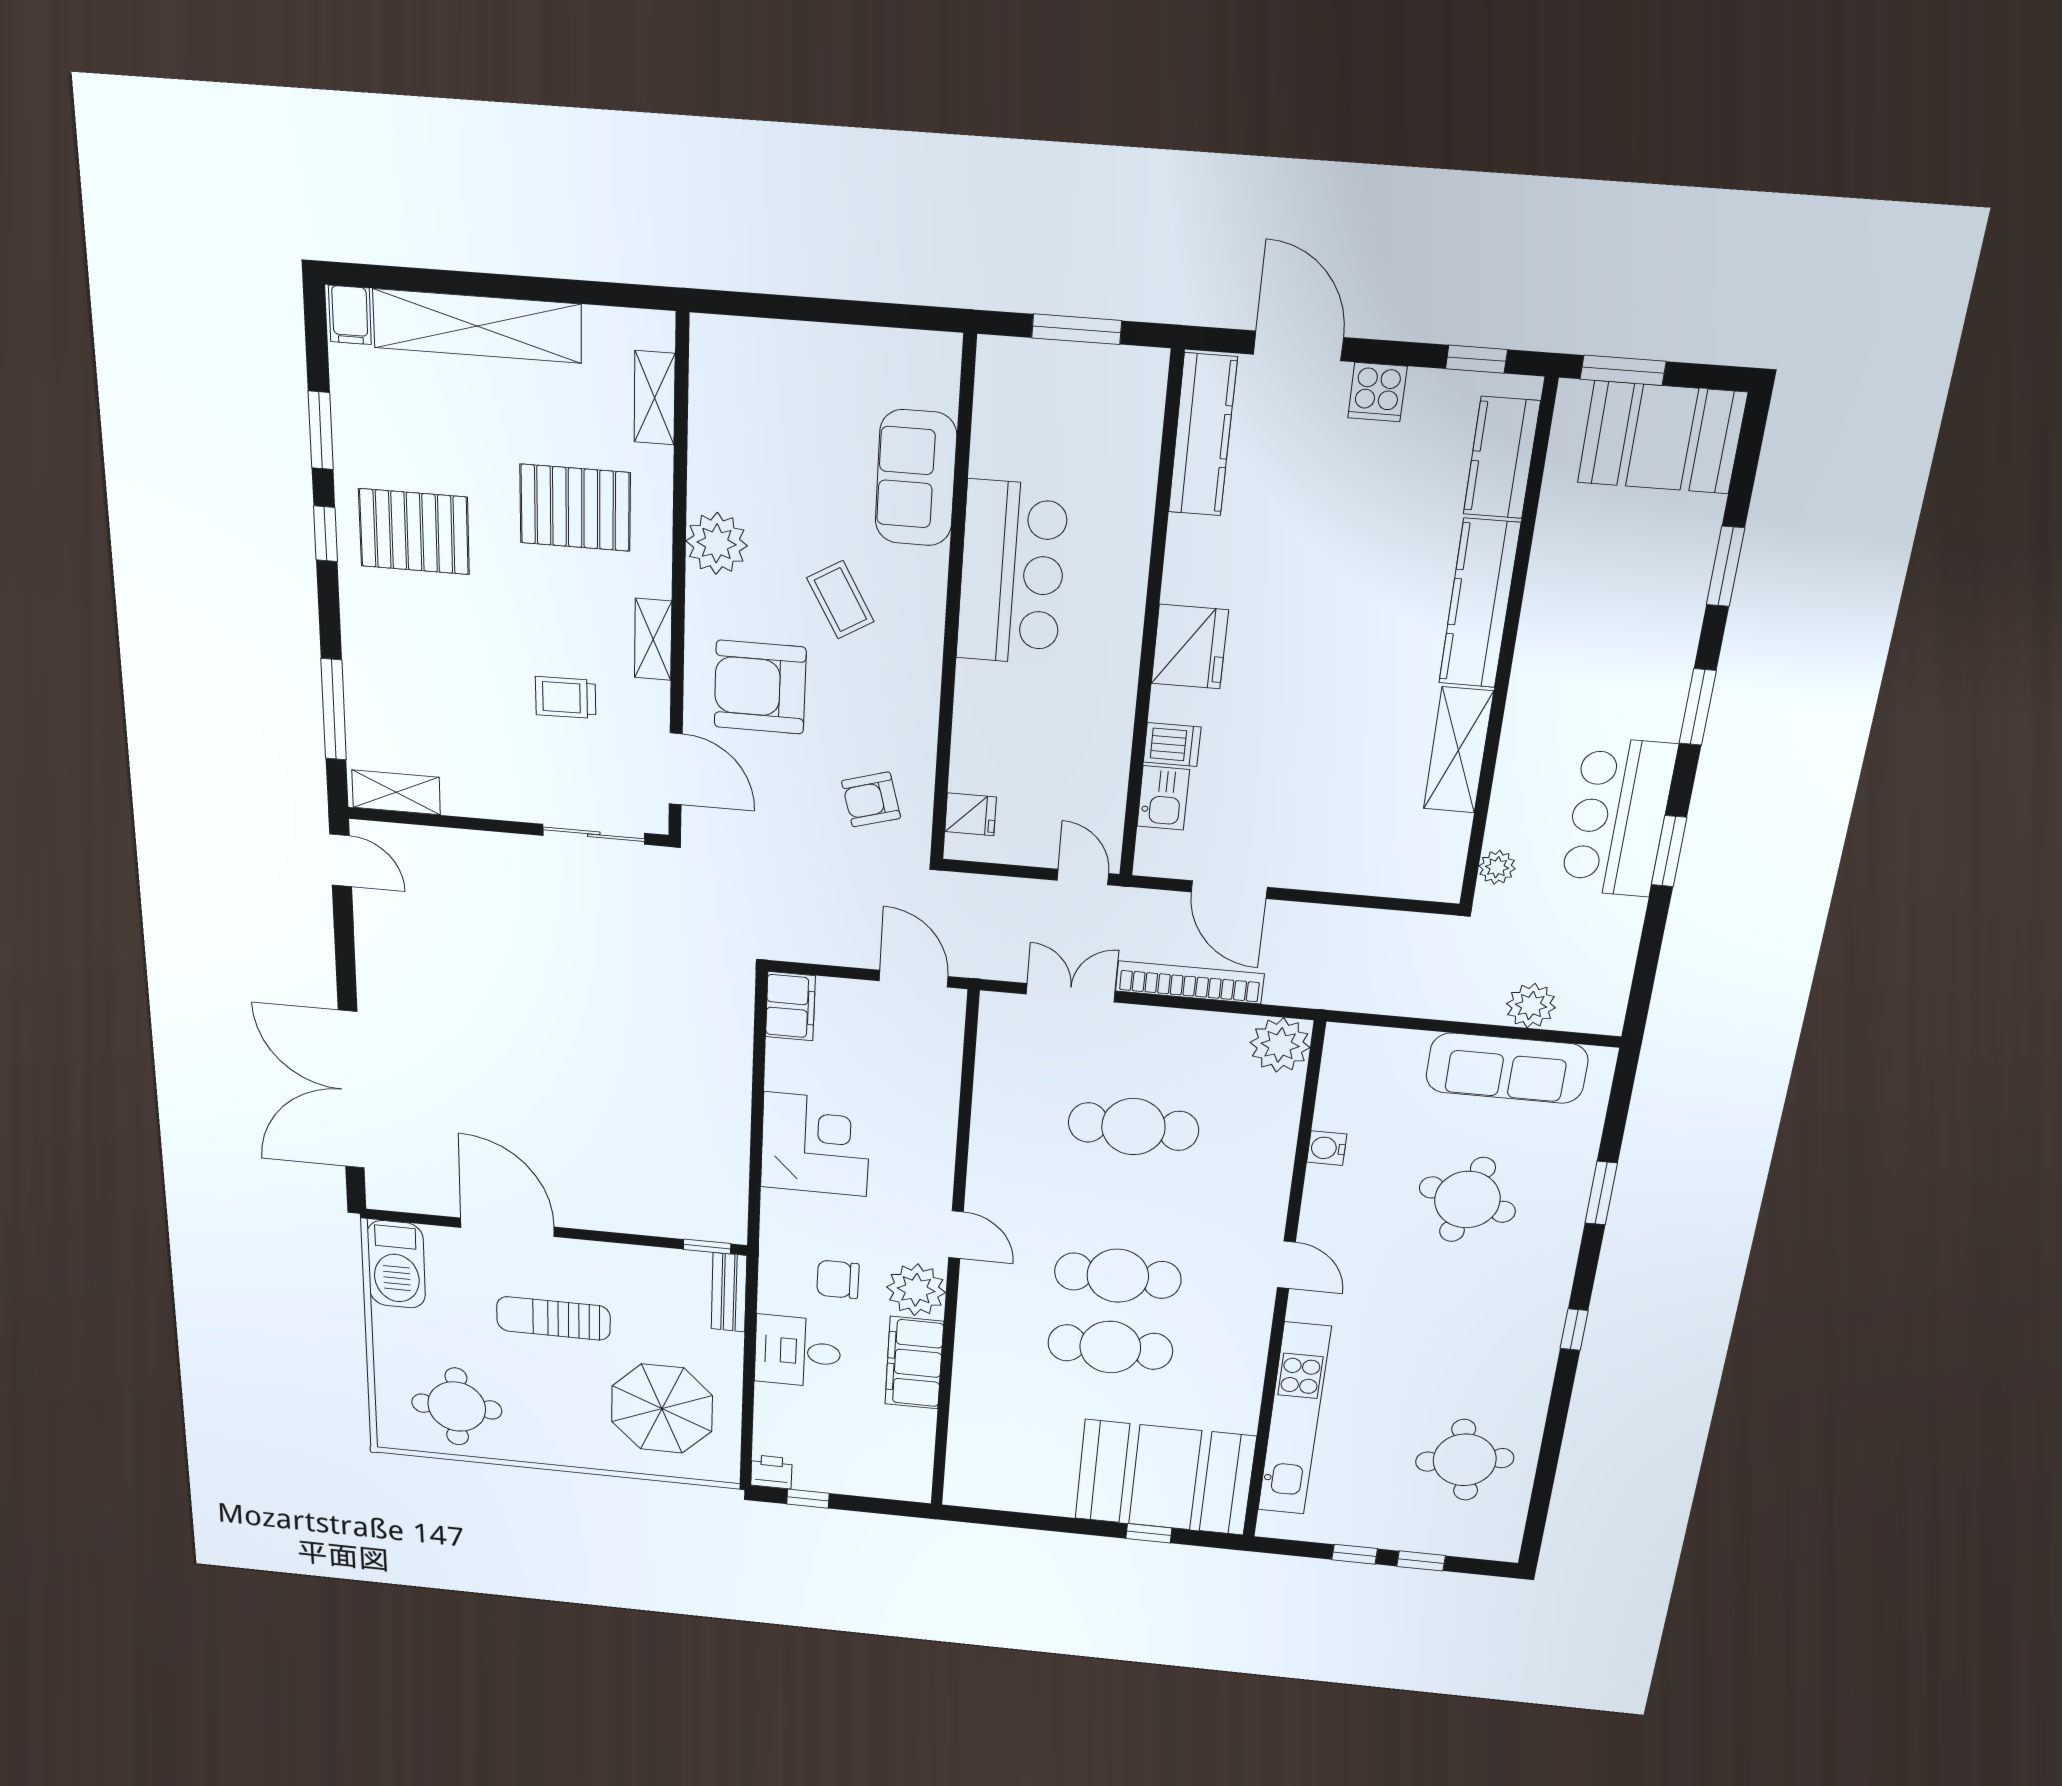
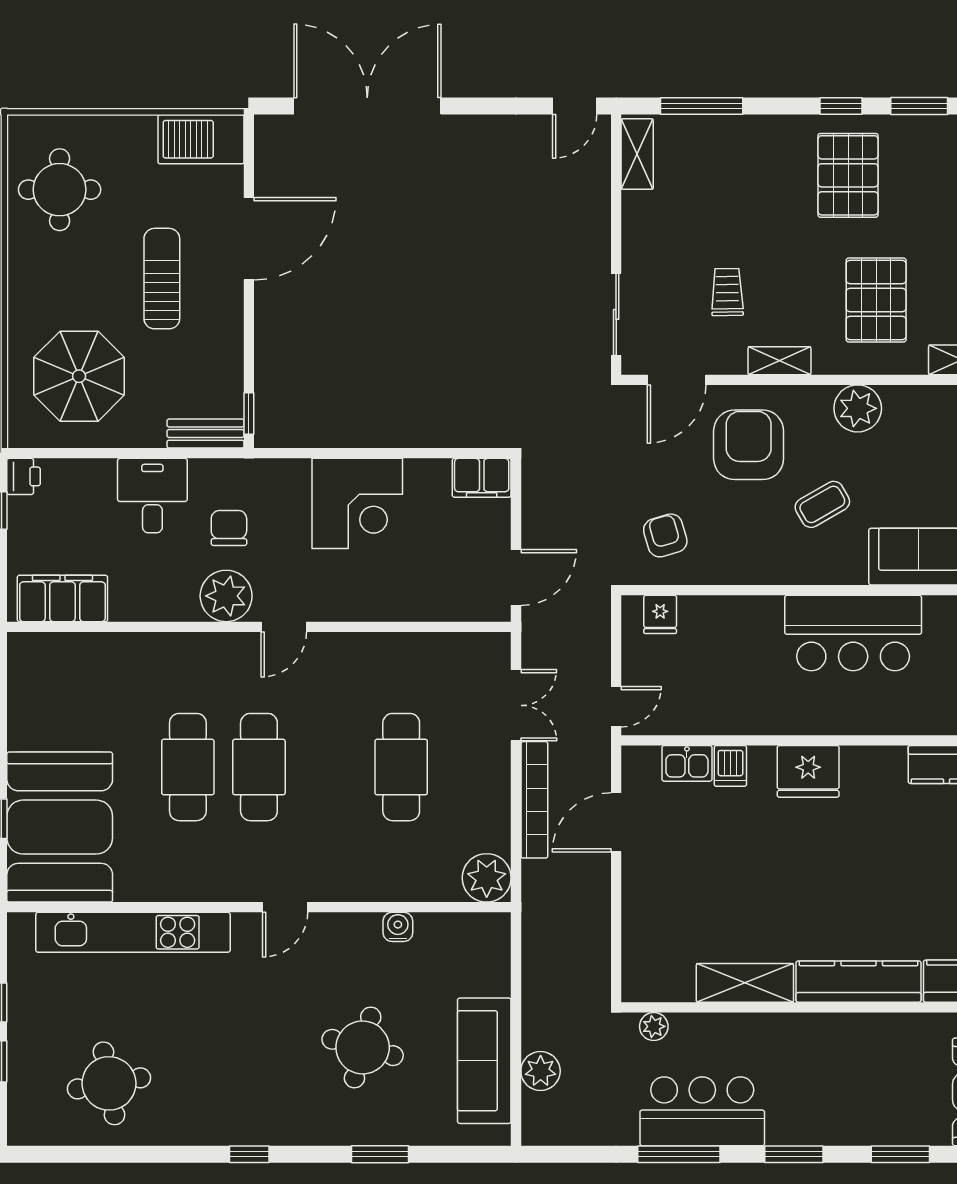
window: (1669, 851) -> (679, 1154), width x1.44
filing cabinet: (914, 1363) -> (62, 598), moved

